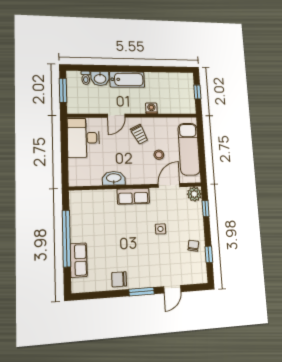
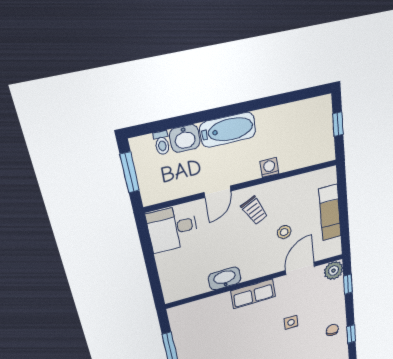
desk: (83, 138) -> (172, 228), width x0.73
exam couch: (189, 149) -> (330, 213), width x0.73, depth x0.69

